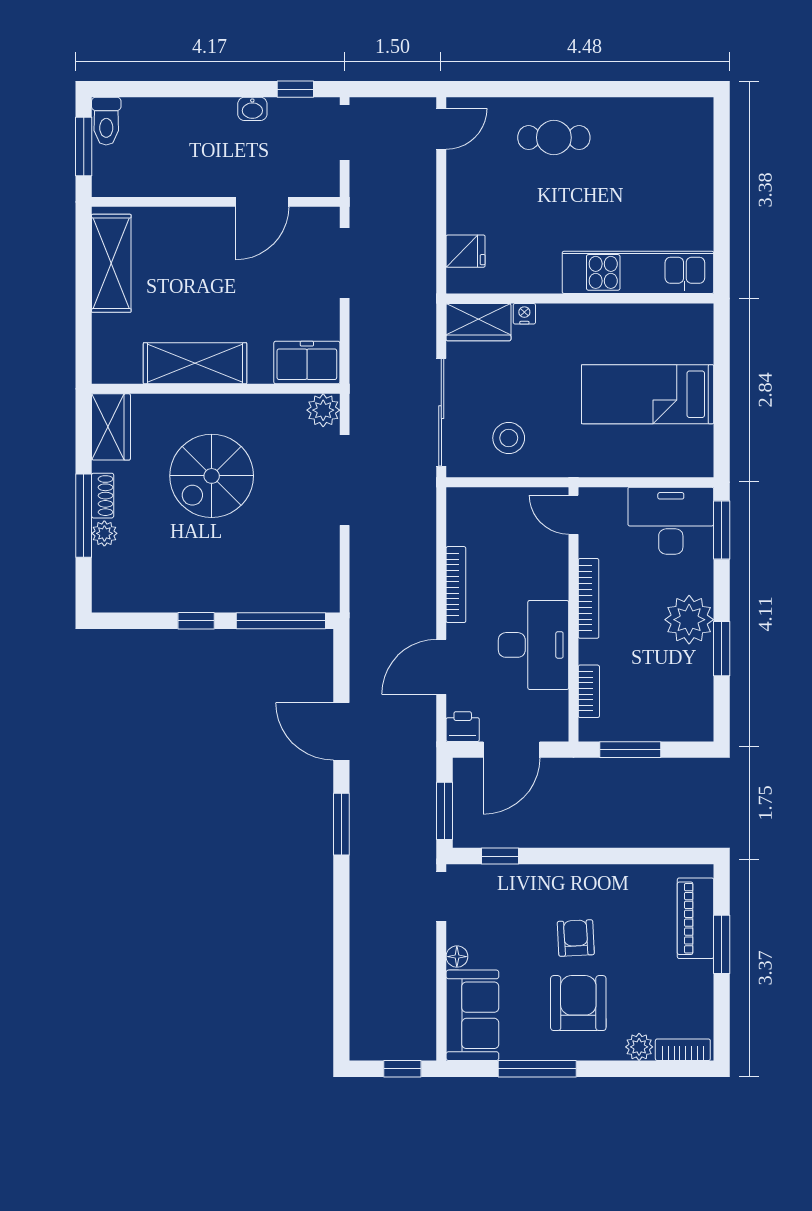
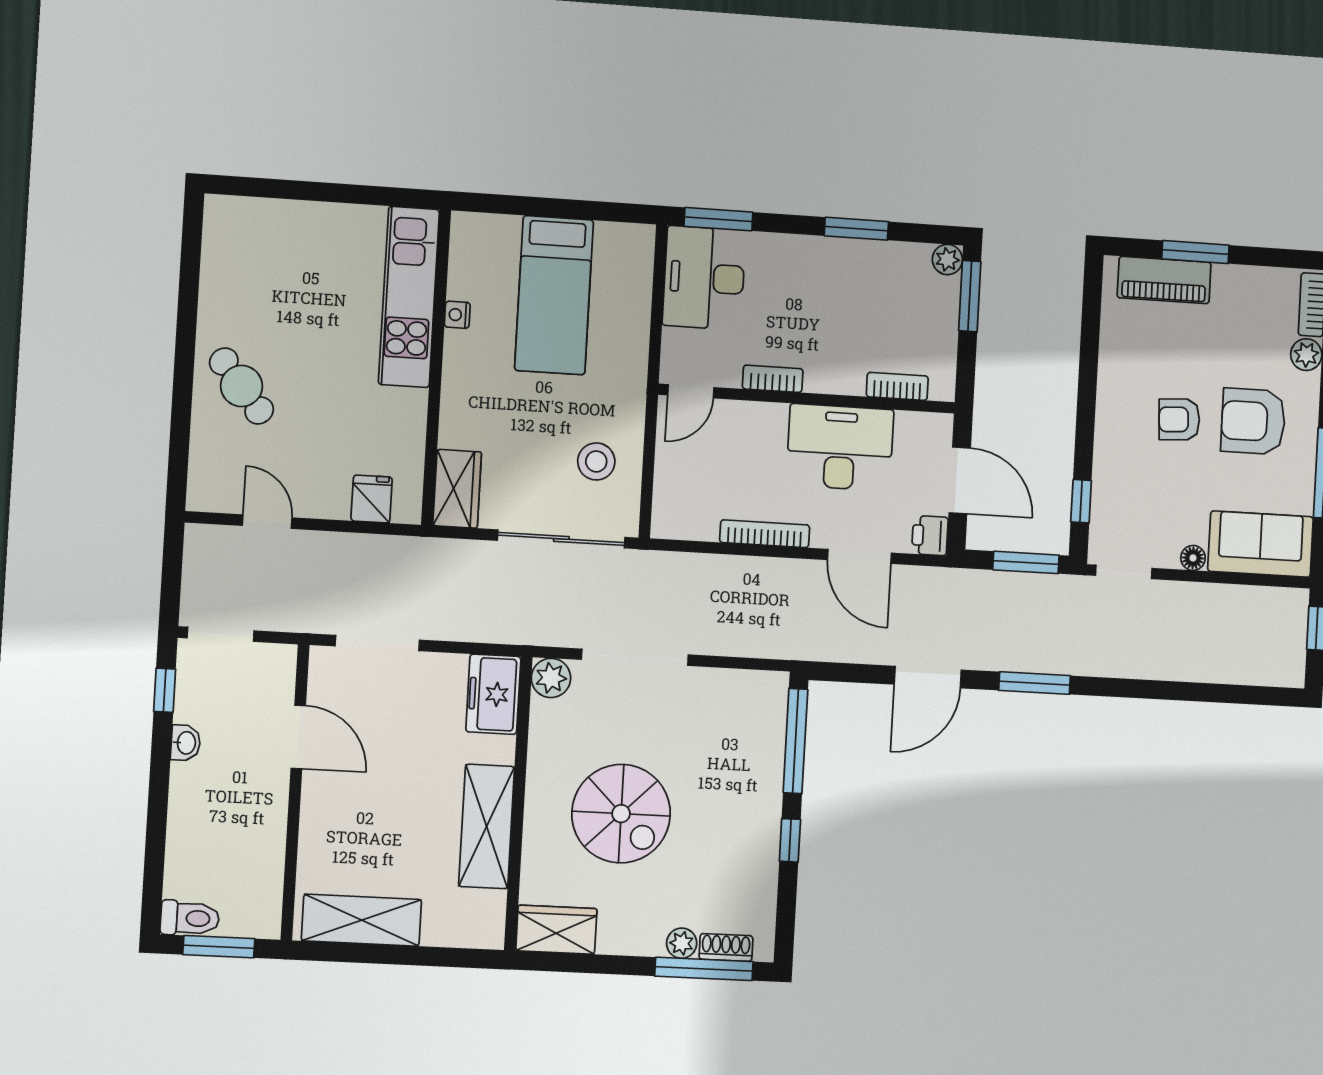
door: (441, 129) -> (267, 522), moved
cafe table: (554, 138) -> (241, 386), turned -39
nightstand: (524, 314) -> (457, 315), moved
shoe rack: (103, 496) -> (726, 947), moved
window: (84, 516) -> (704, 969), moved
bookcase: (589, 598) -> (773, 379), width x0.64
plant: (689, 620) -> (947, 259), moved, width x0.53, depth x0.53
window: (630, 750) -> (970, 296), moved

